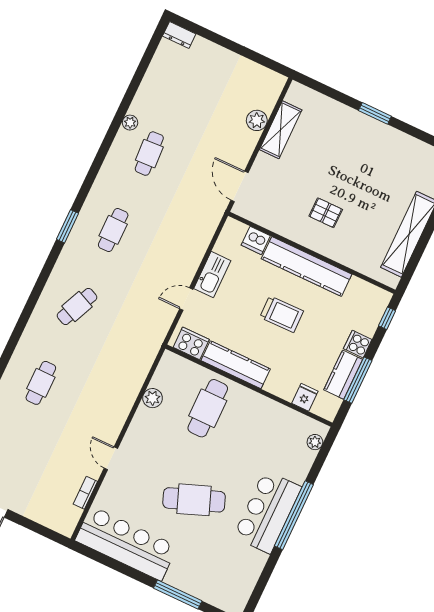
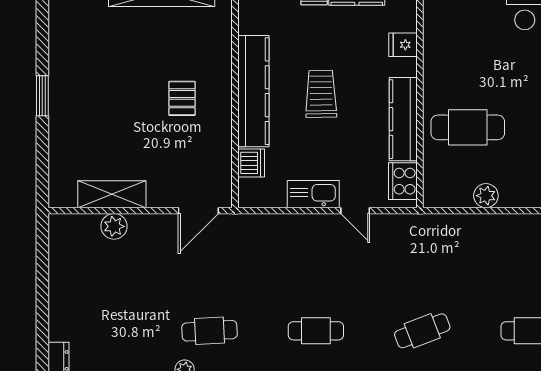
cafe table: (77, 306) -> (422, 331), turned -45
fridge: (305, 397) -> (403, 45), moved

